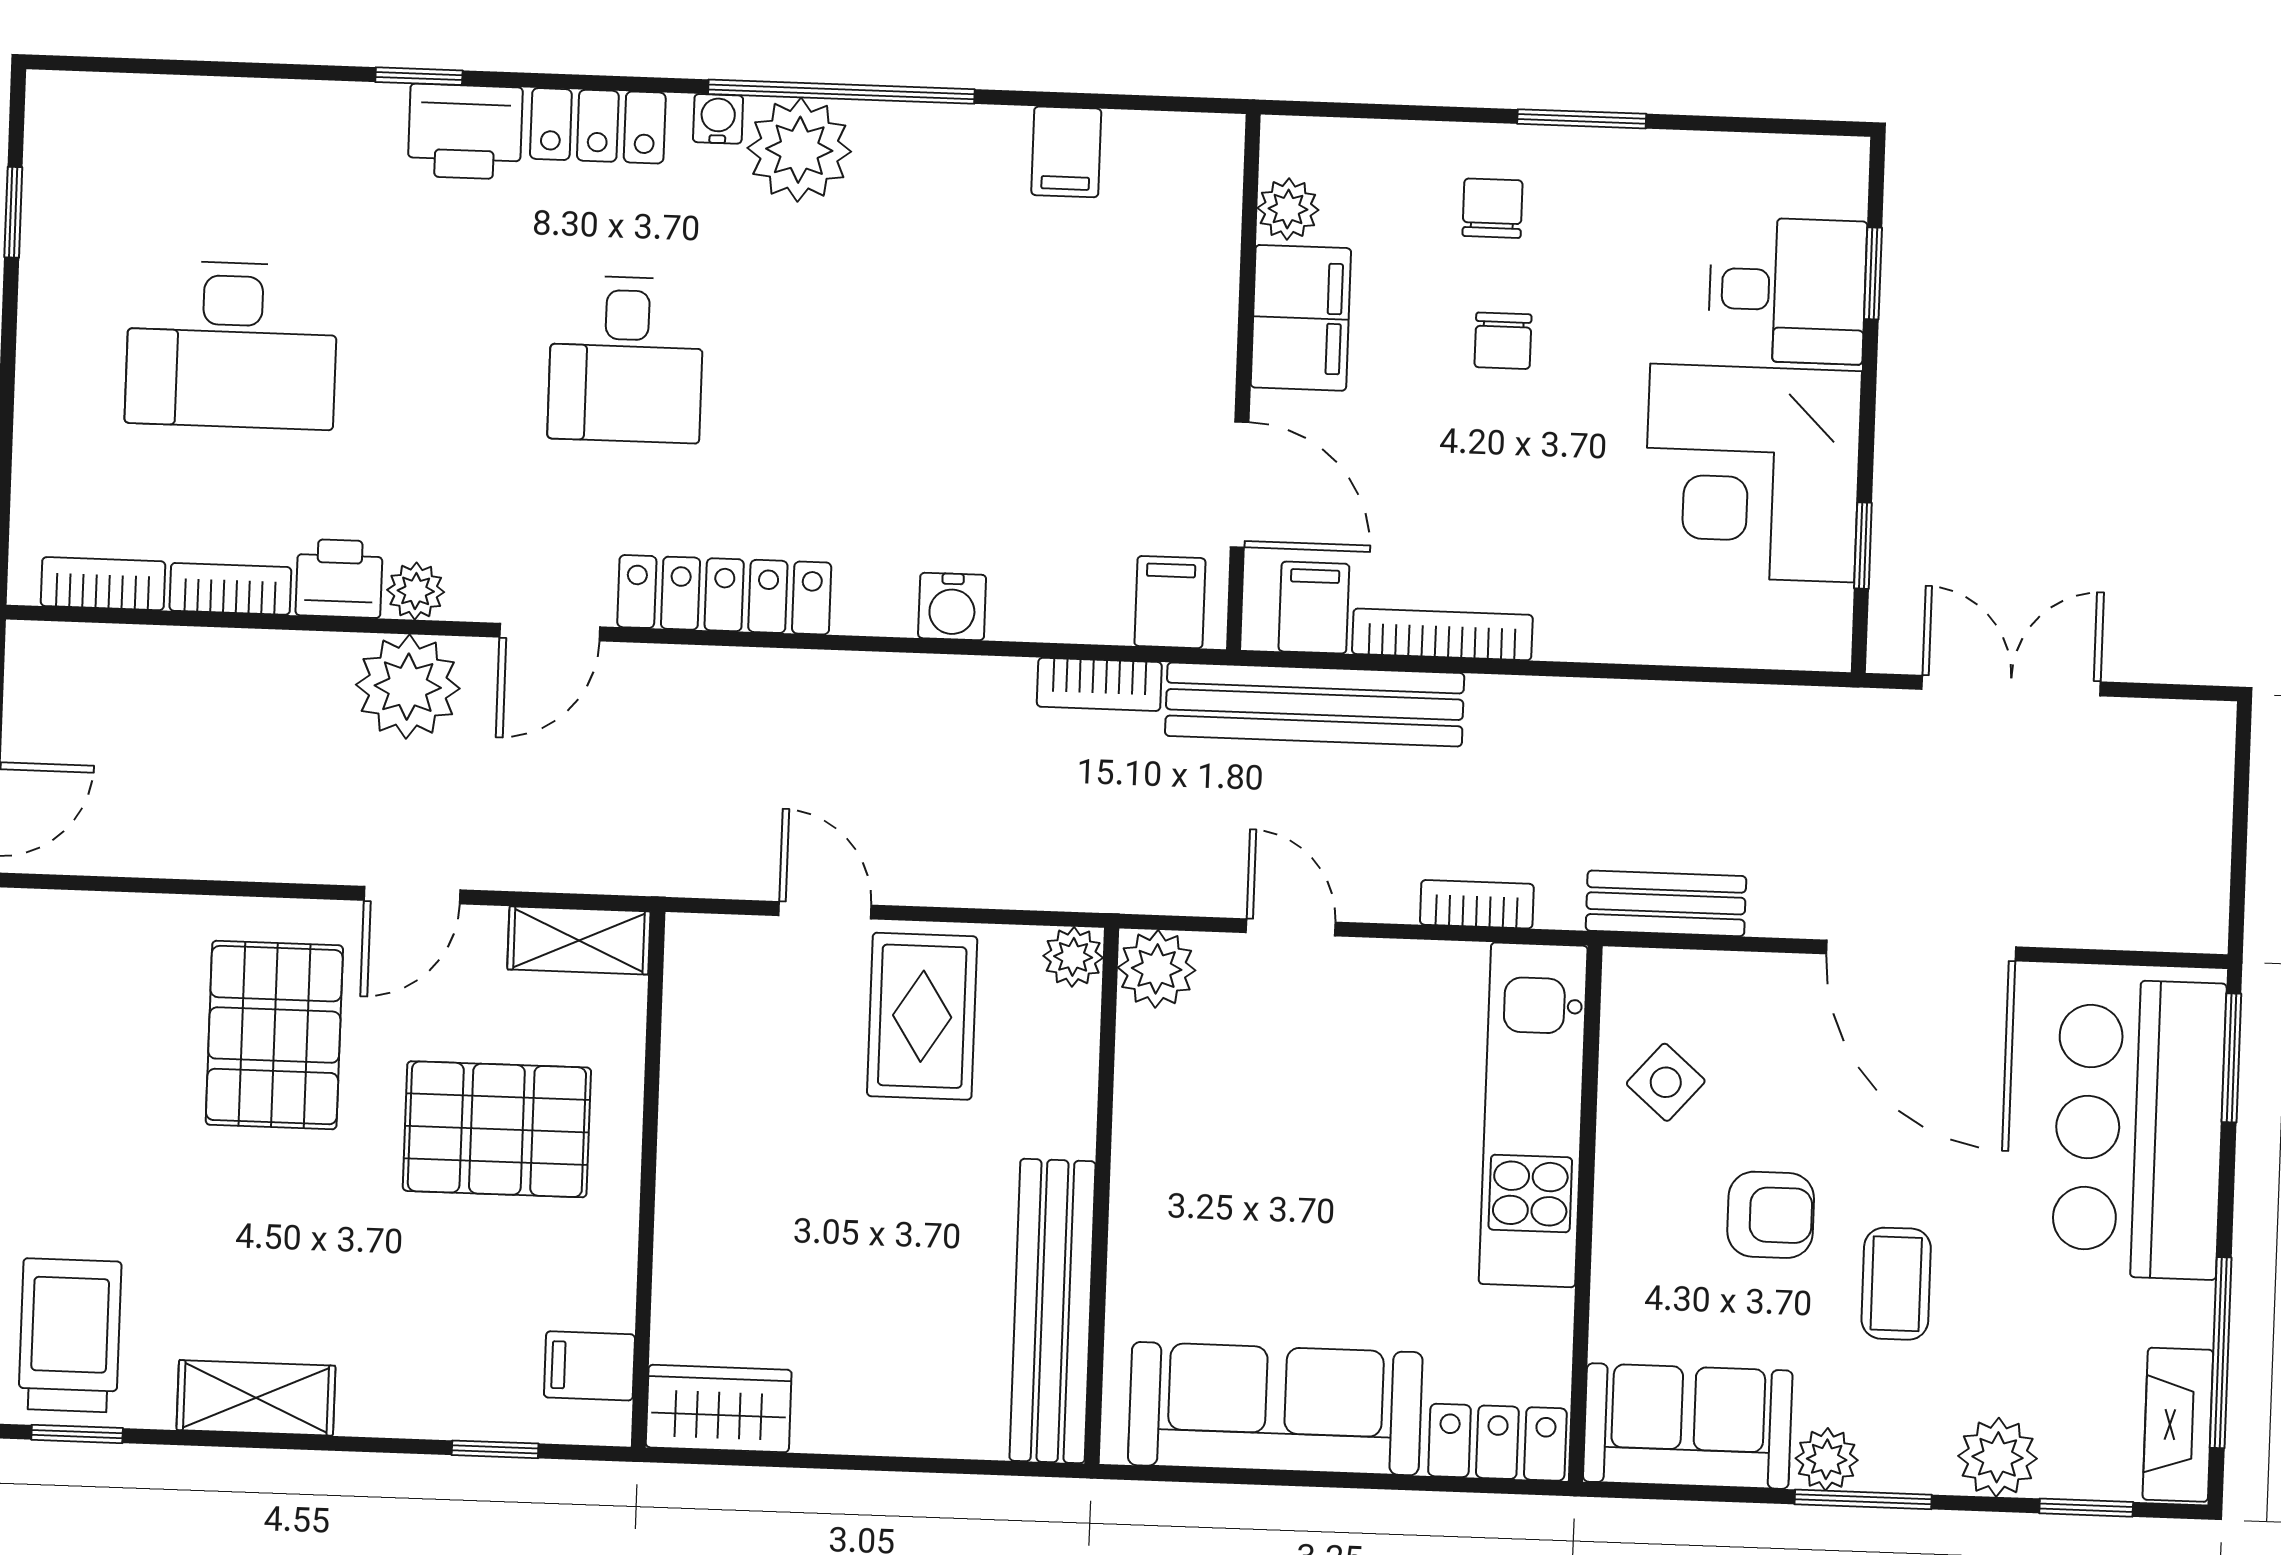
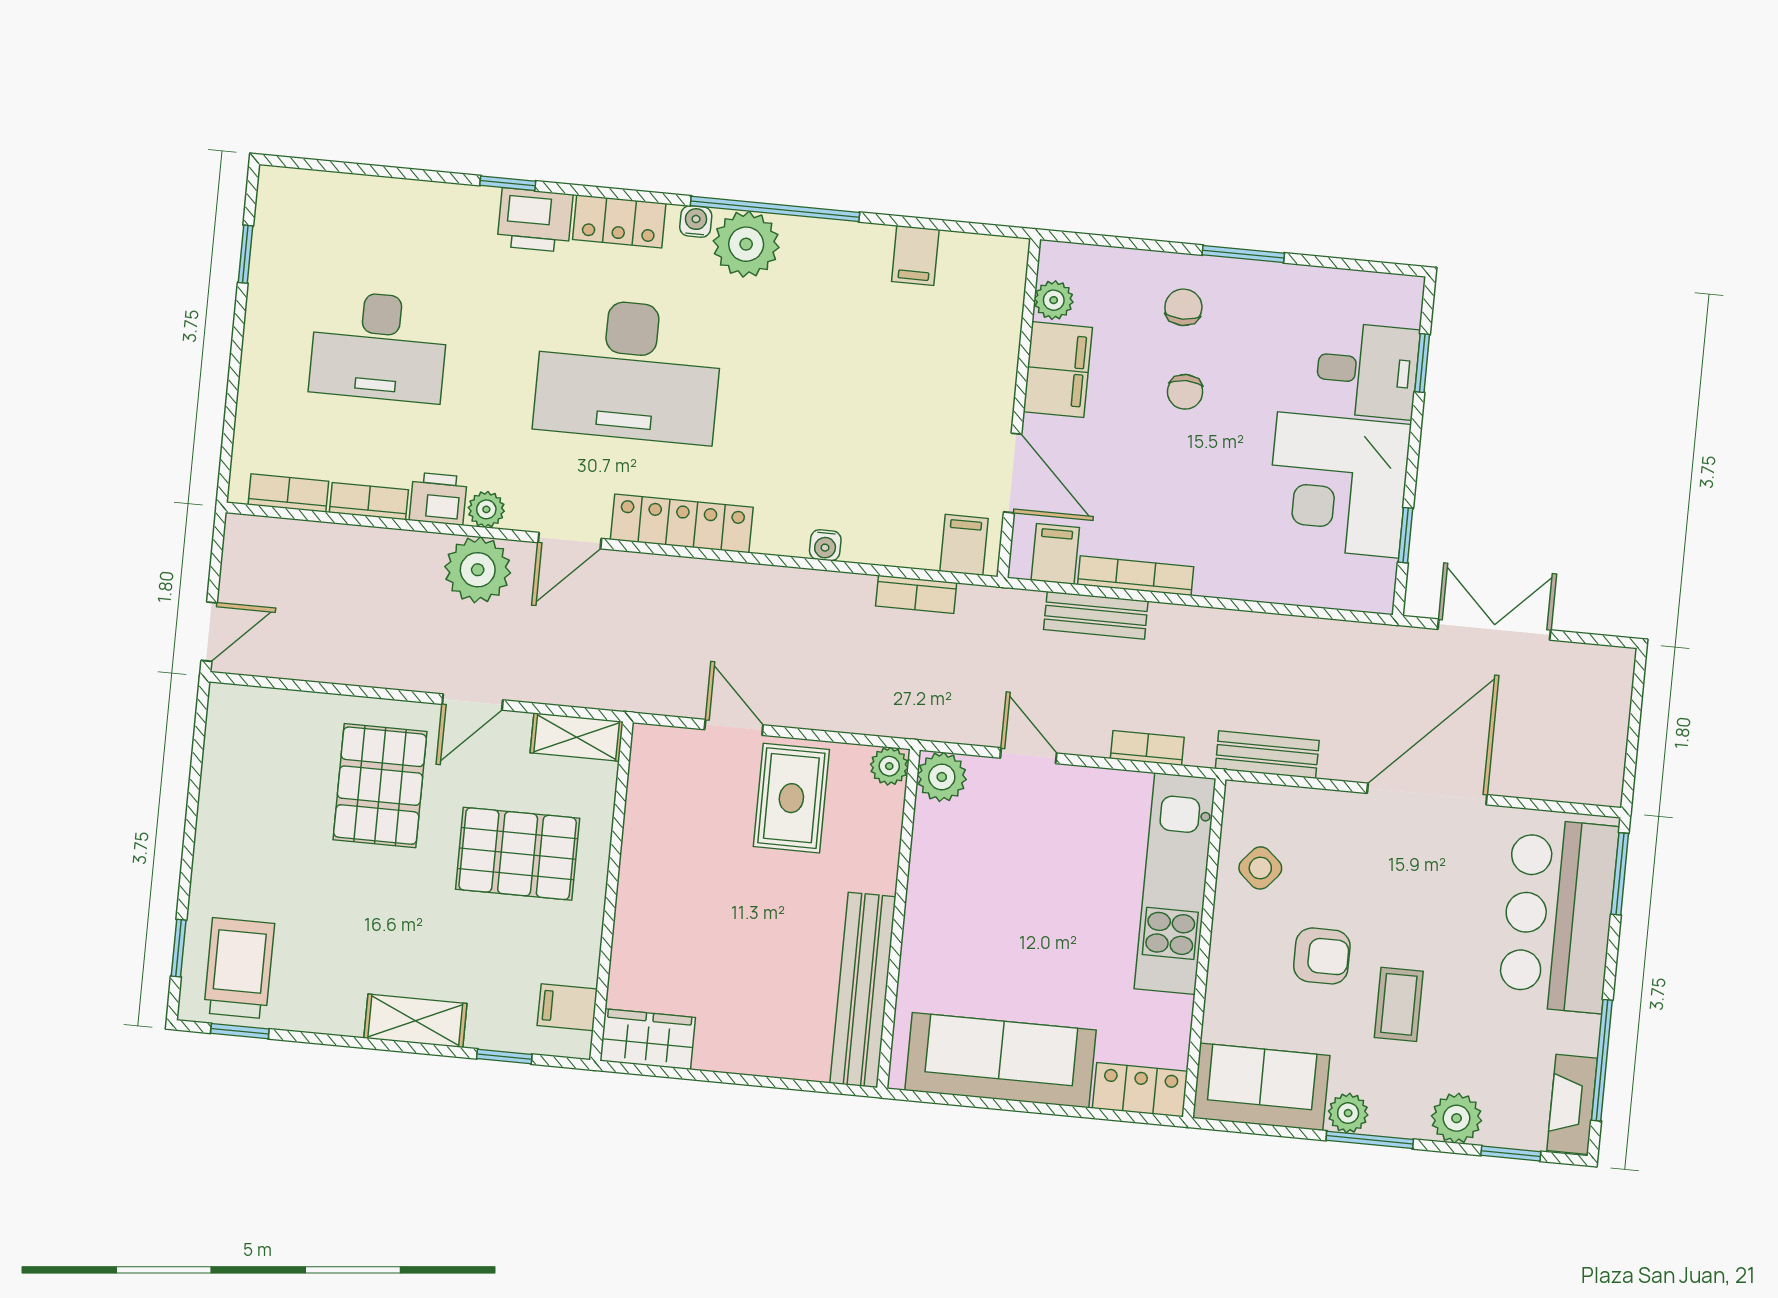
desk: (626, 359) -> (628, 370), width x1.87, depth x1.30
water cooler: (952, 606) -> (825, 545), width x0.72, depth x0.72
bench: (1315, 705) -> (1096, 615), width x0.54, depth x0.82
door: (1921, 950) -> (1427, 794), swing flipped
shelving: (256, 1398) -> (415, 1021), moved

